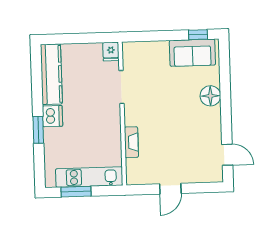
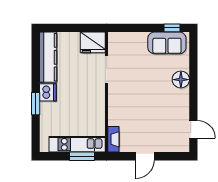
fridge: (111, 52) -> (93, 42), width x1.88, depth x1.34
fireplace: (131, 142) -> (113, 139), moved
window: (76, 192) -> (82, 156), moved

